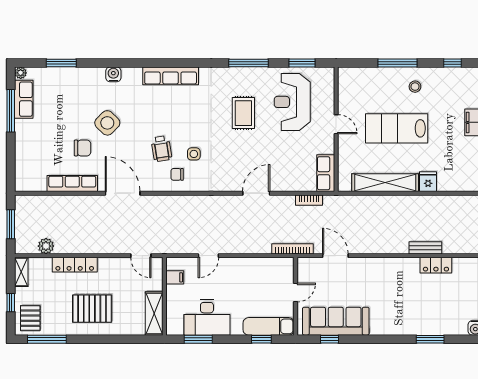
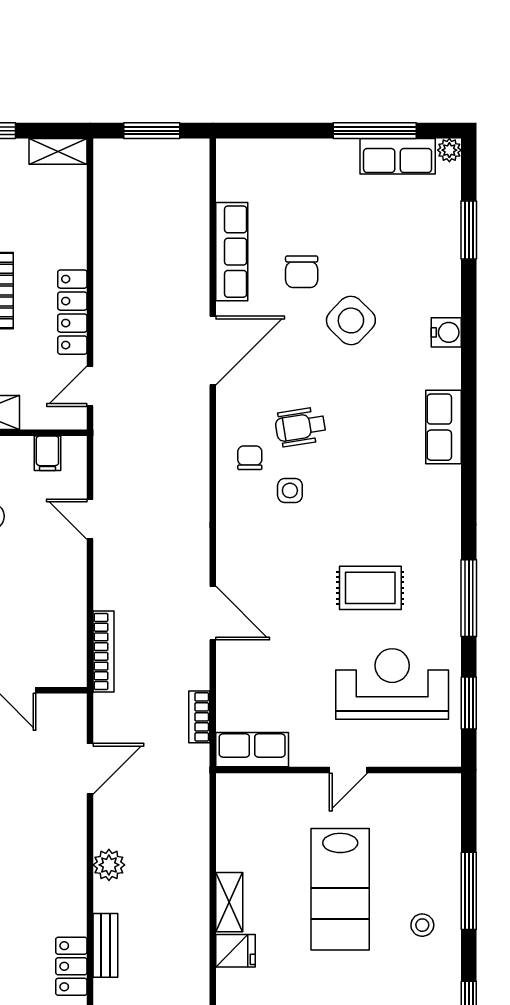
row of seats: (171, 76) -> (443, 427), width x0.68
lab bench: (397, 128) -> (340, 889), turned 180
shelving: (385, 183) -> (229, 902), width x0.45, depth x0.75
plant: (46, 246) -> (109, 865), moved
bookcase: (292, 249) -> (103, 651), moved
locker: (75, 265) -> (72, 312), moved

